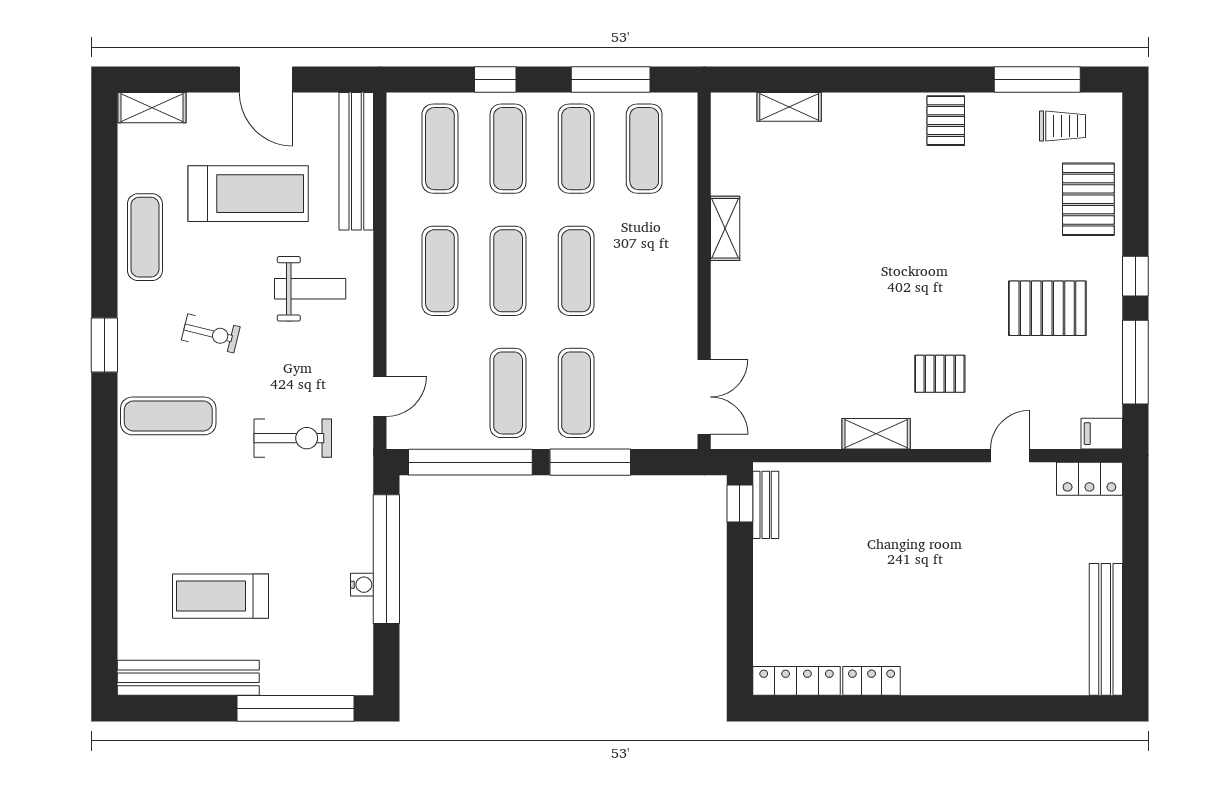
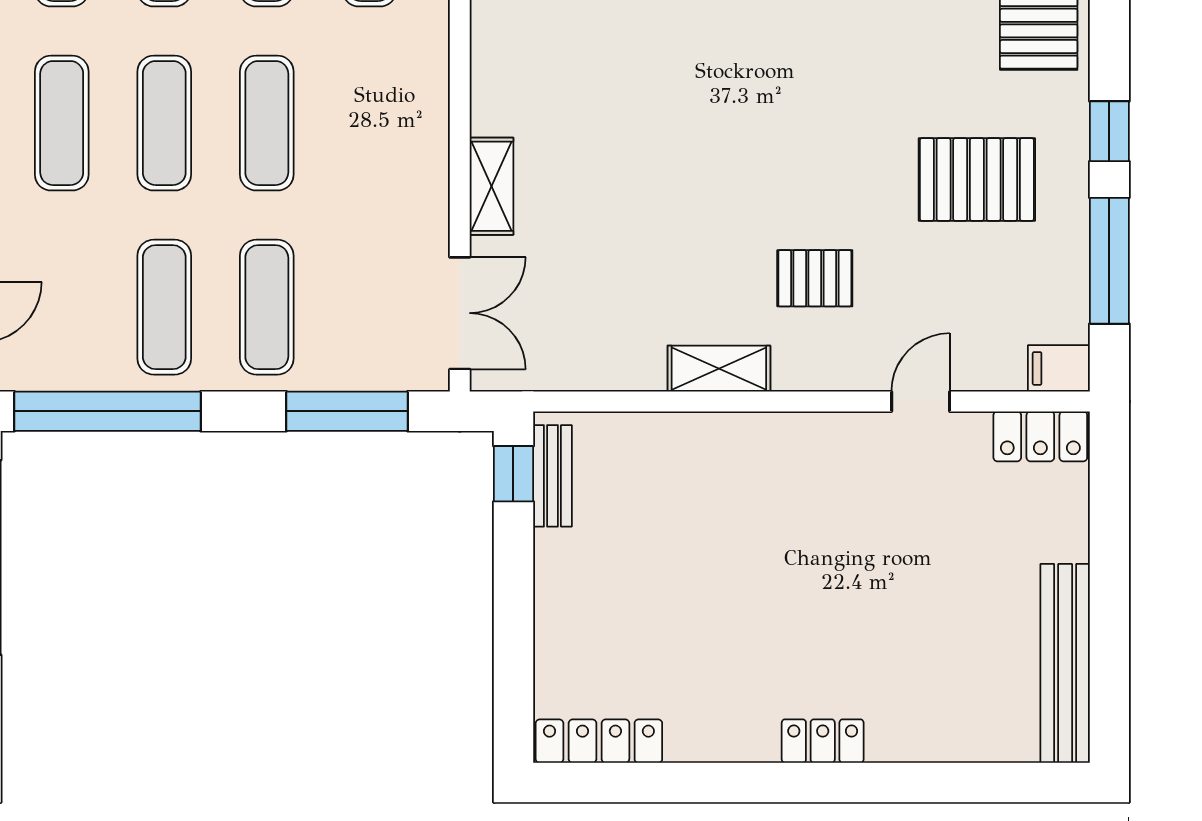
shelving: (725, 228) -> (491, 186), moved
window: (590, 462) -> (347, 411), moved
locker: (872, 681) -> (823, 741), moved

